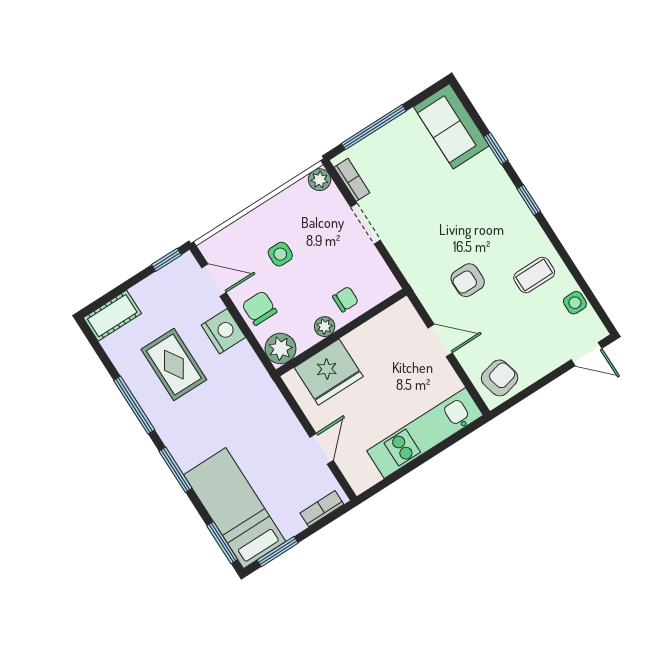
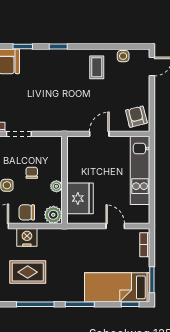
armchair: (468, 280) -> (78, 102), removed
chair: (345, 299) -> (32, 173), moved
window: (222, 543) -> (130, 304), width x0.67

